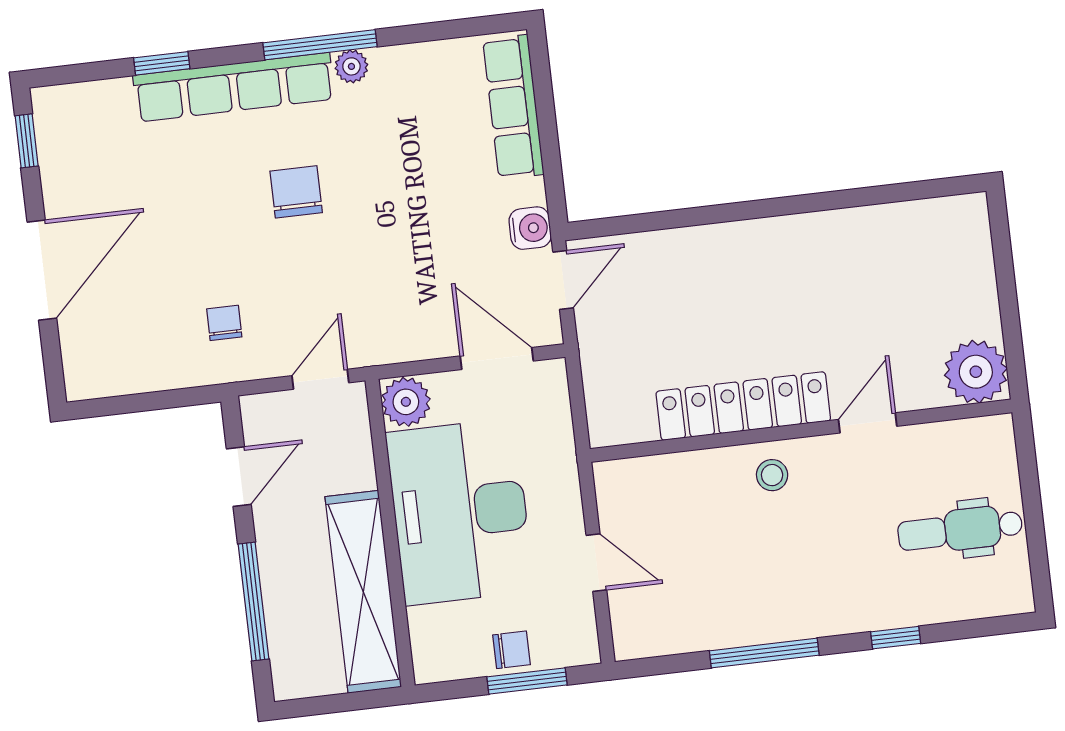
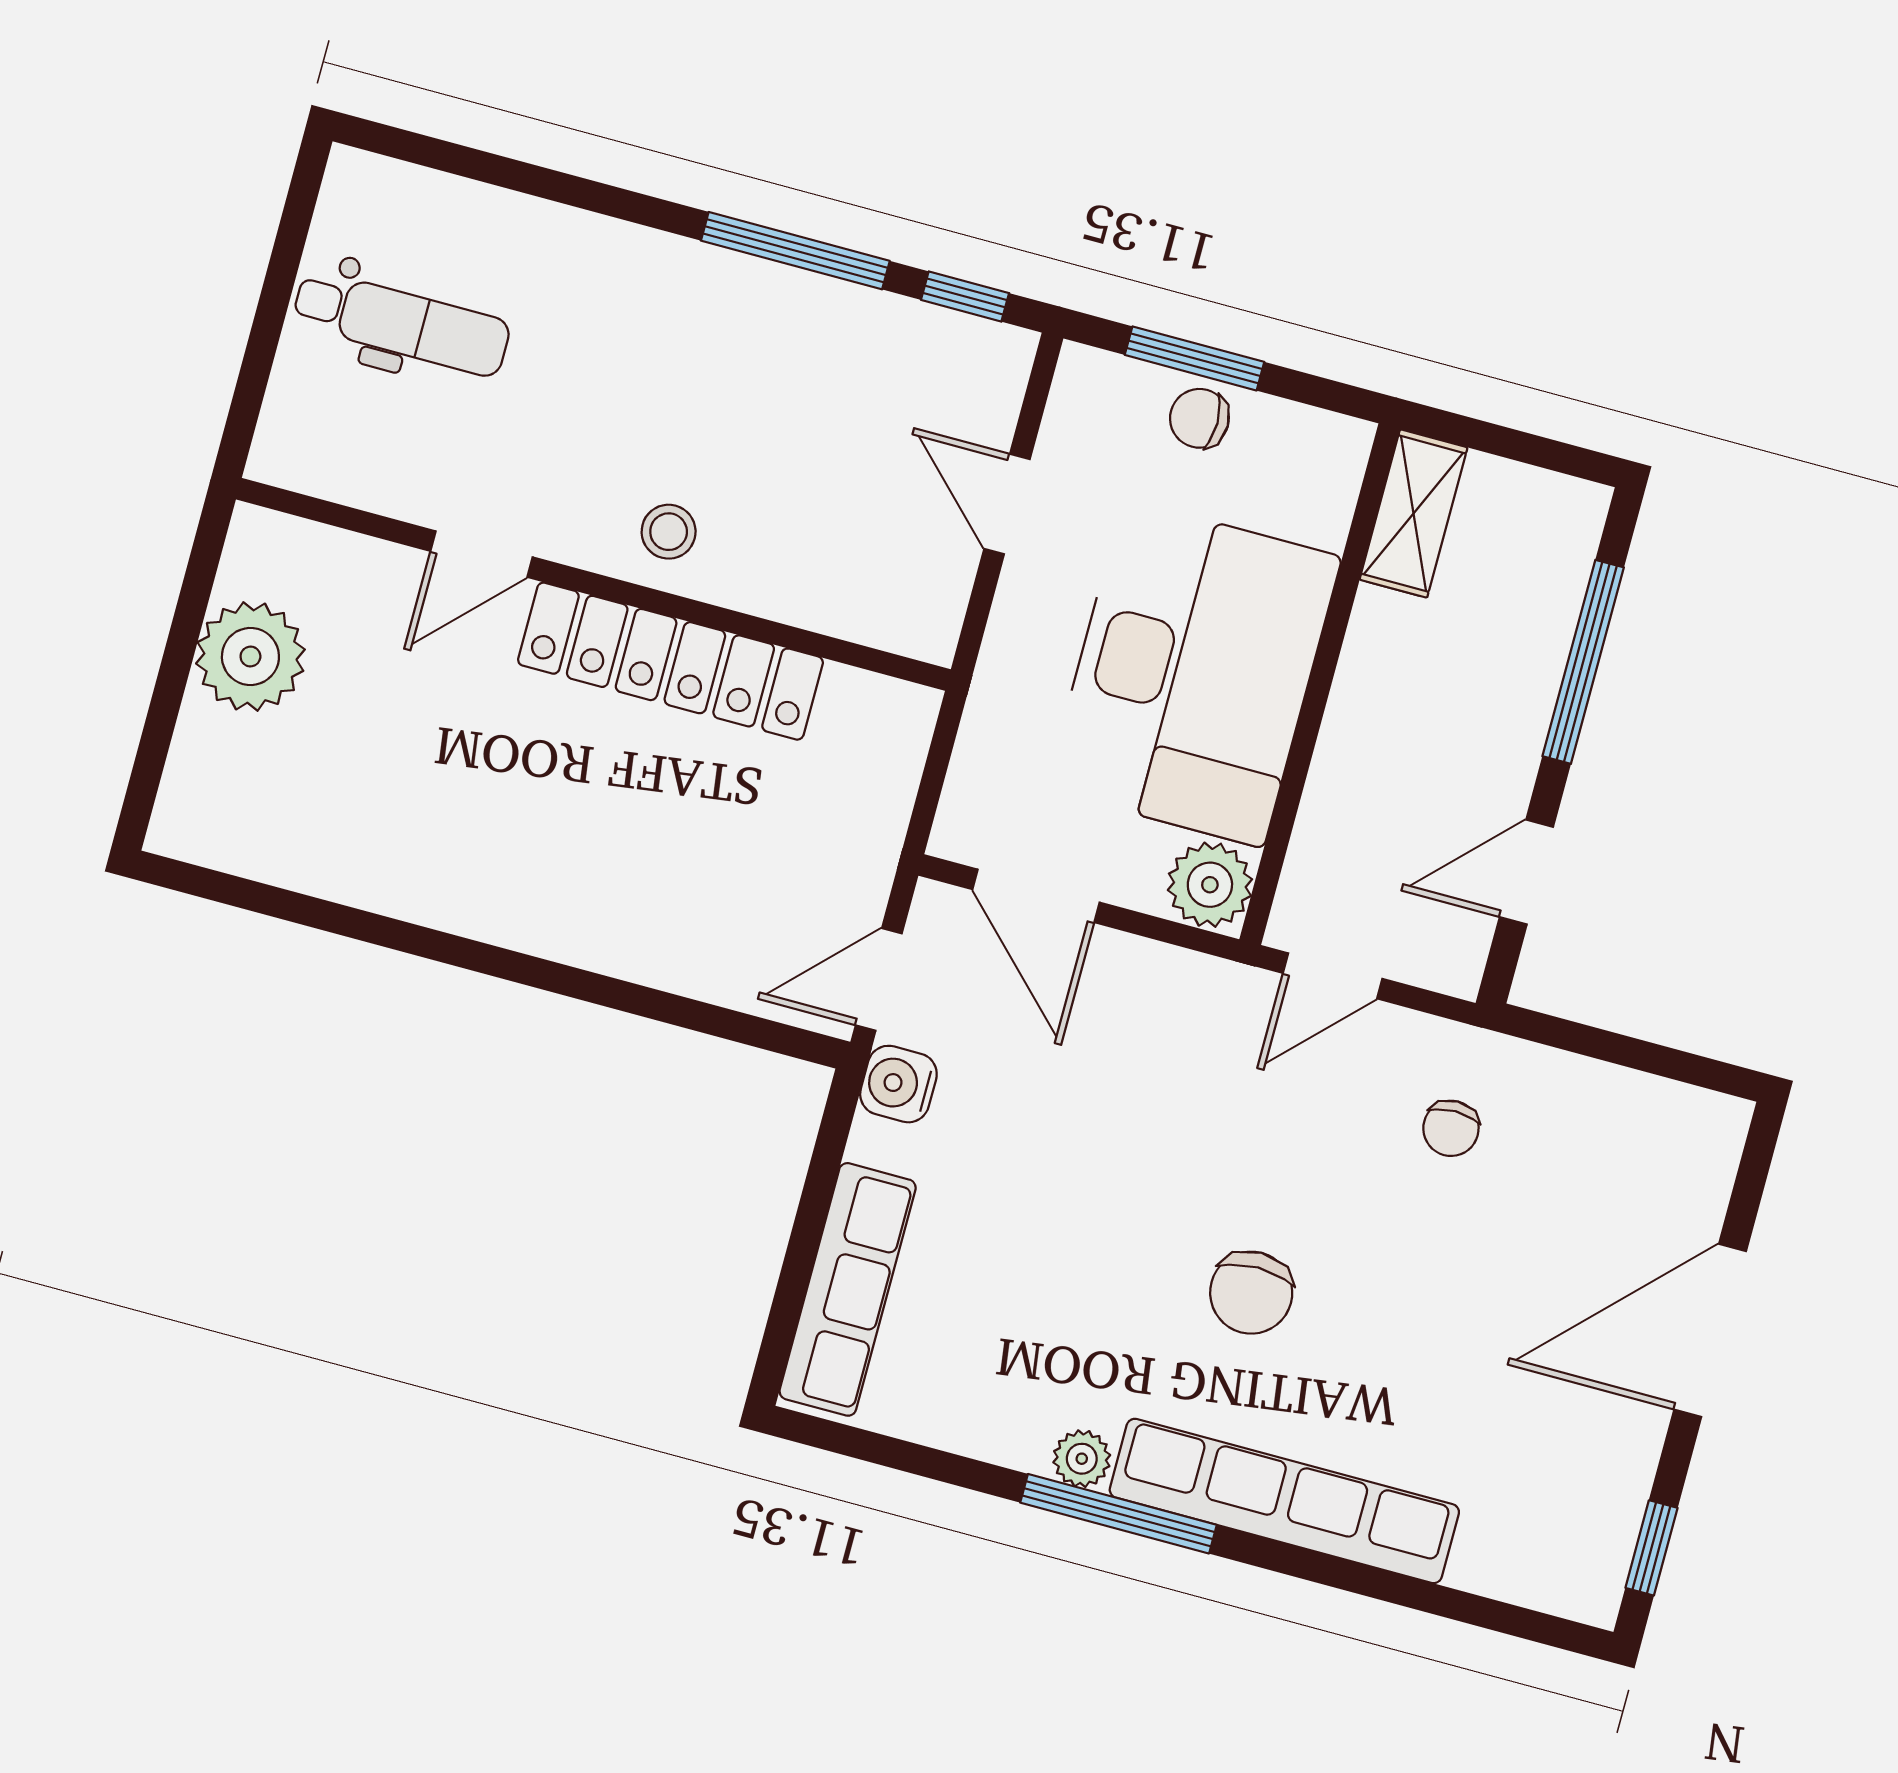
window: (162, 63) -> (1385, 1586), removed
plant: (976, 372) -> (250, 656), moved
shelving: (363, 592) -> (1414, 514), width x0.45, depth x0.75
window: (896, 638) -> (965, 296), moved

